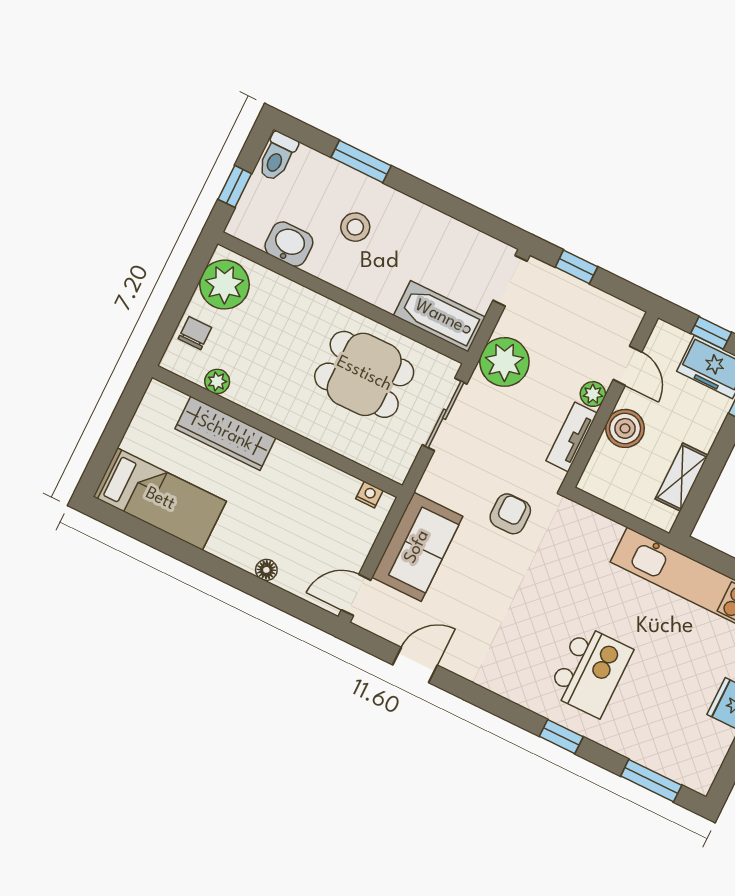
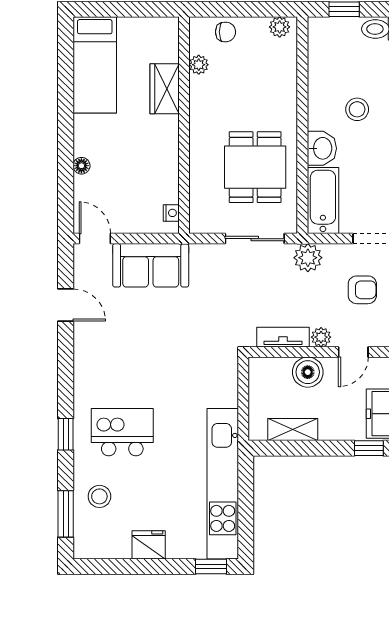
washbasin: (289, 244) -> (322, 148), moved
plant: (224, 285) -> (280, 27), width x0.53, depth x0.53
plant: (504, 362) -> (308, 258), width x0.73, depth x0.73
wardrobe: (225, 433) -> (165, 89), width x0.67
armchair: (510, 514) -> (362, 290), moved
kitchen island: (590, 671) -> (122, 432), turned 180
stool: (650, 733) -> (99, 496), added

